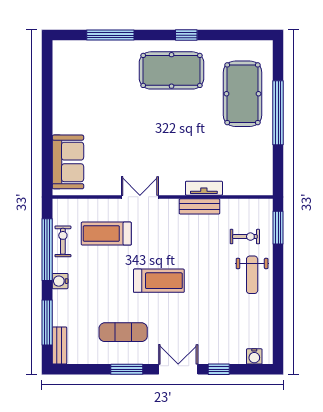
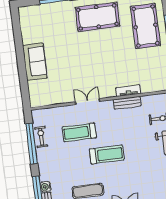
sofa: (68, 162) -> (35, 62), moved
treadmill: (106, 234) -> (79, 132), moved
water cooler: (60, 281) -> (46, 187), moved

